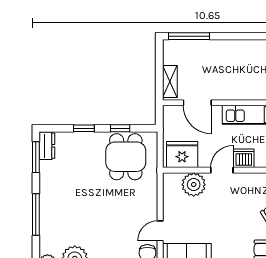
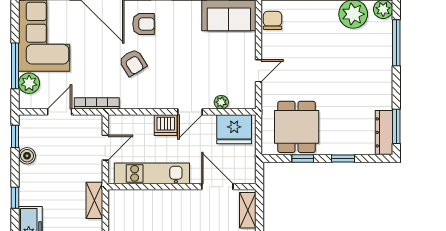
dresser: (47, 146) -> (384, 132), width x1.44
plant: (194, 185) -> (221, 102), width x0.53, depth x0.53
window: (36, 215) -> (396, 43), moved
door: (160, 231) -> (259, 71), moved

